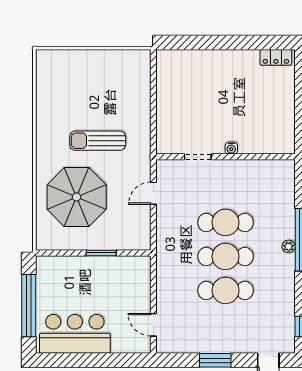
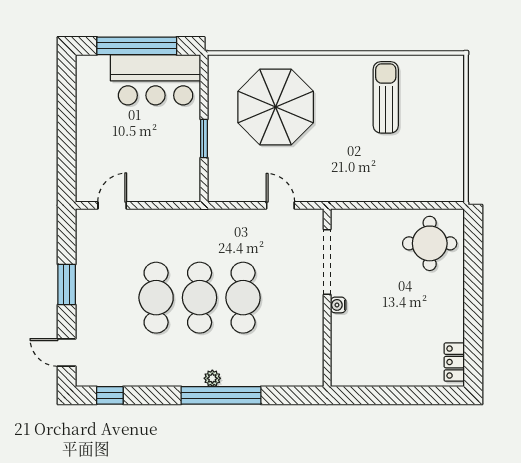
round table: (183, 77) -> (430, 243), added
sun lounger: (98, 141) -> (386, 97), moved
doorway: (198, 157) -> (327, 262), width x1.87
bar counter: (75, 334) -> (156, 80), moved, turned 90

